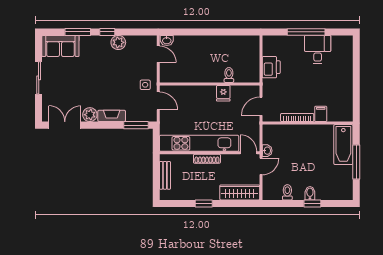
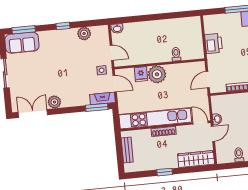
window: (78, 32) -> (24, 30), moved
plant: (118, 42) -> (84, 34), moved
door: (158, 54) -> (112, 53), moved
fridge: (223, 93) -> (141, 74), moved
plant: (206, 95) -> (157, 74), added
fireplace: (112, 116) -> (103, 98), moved

